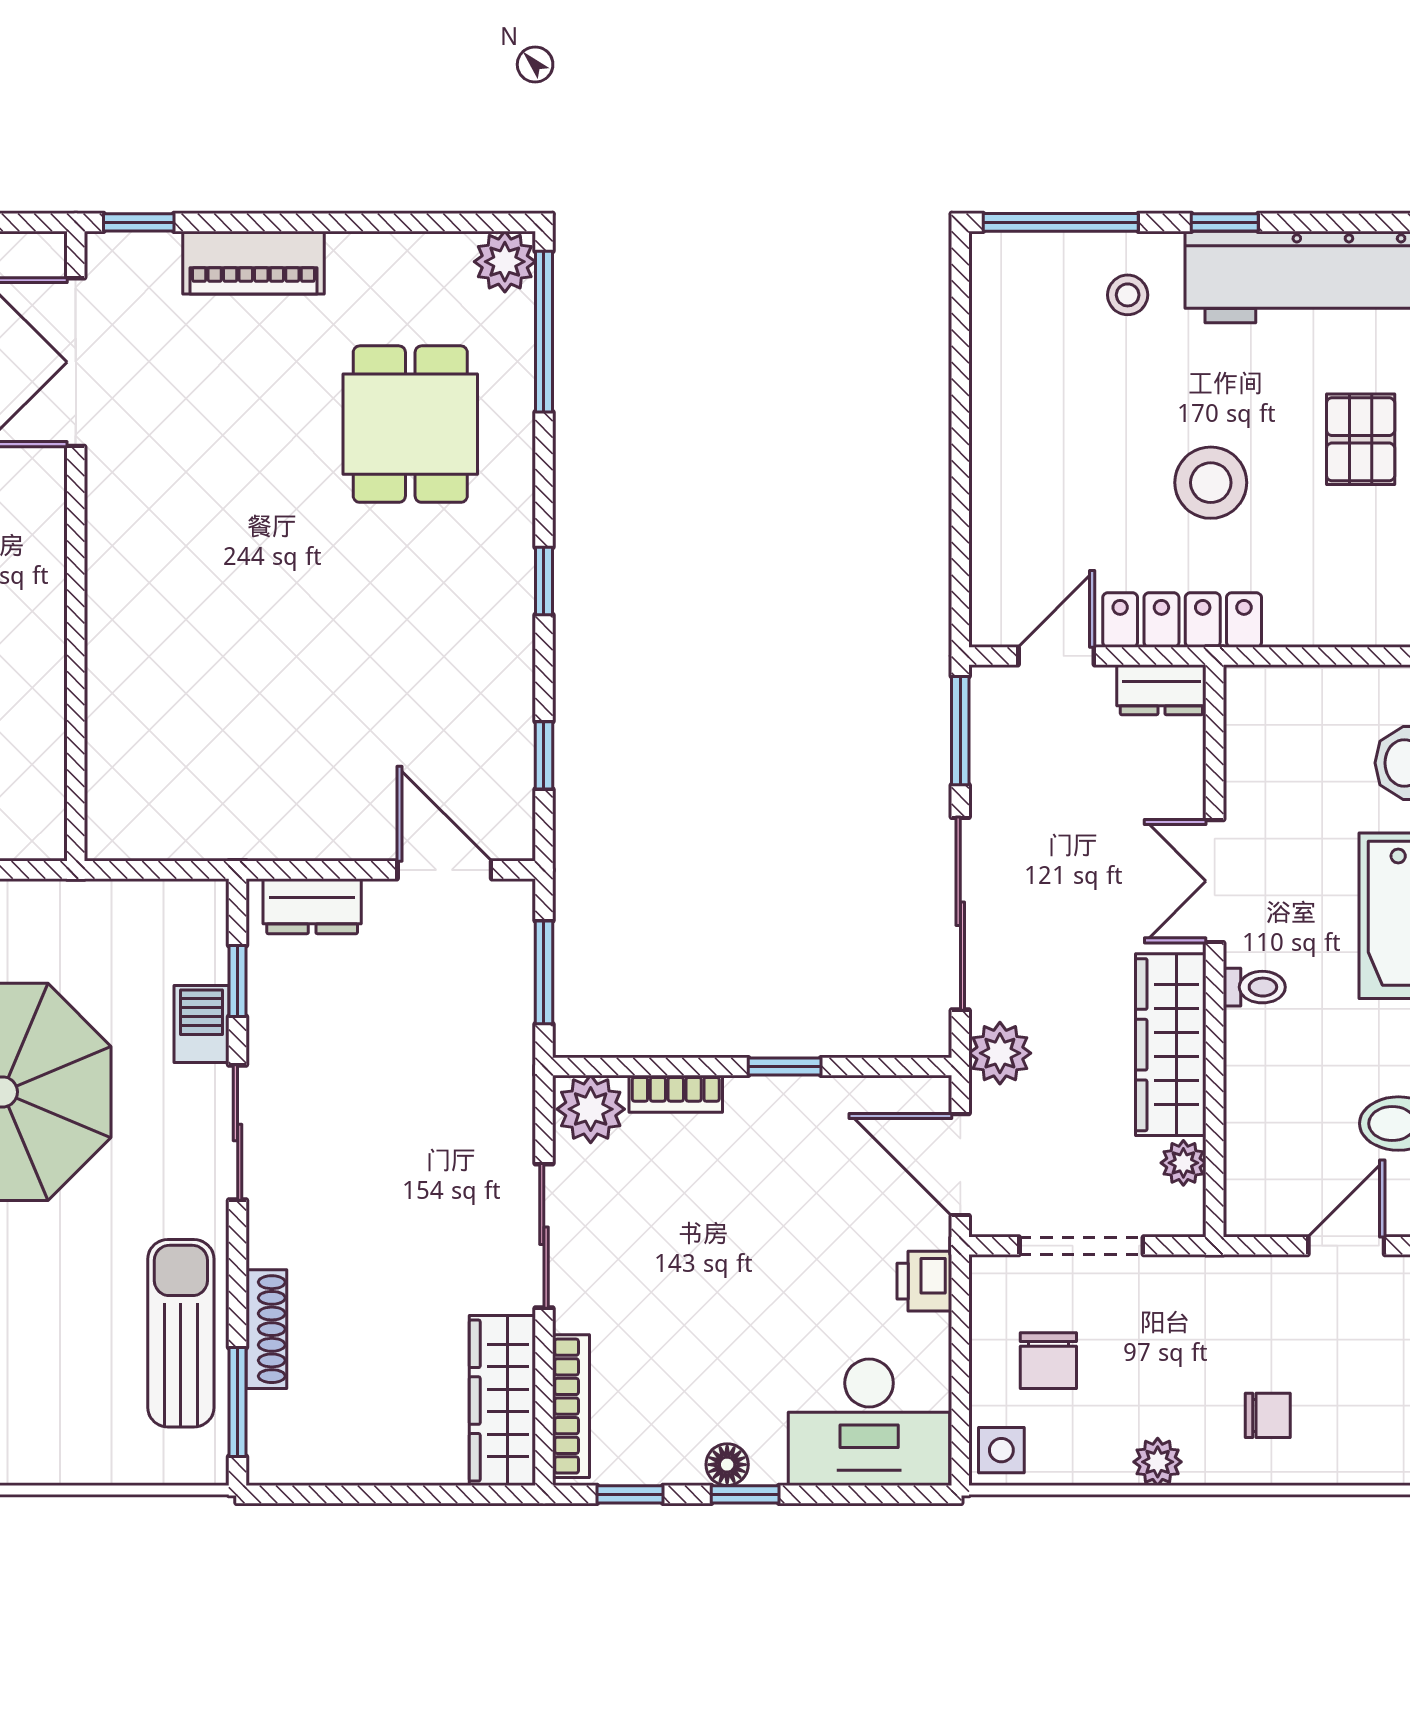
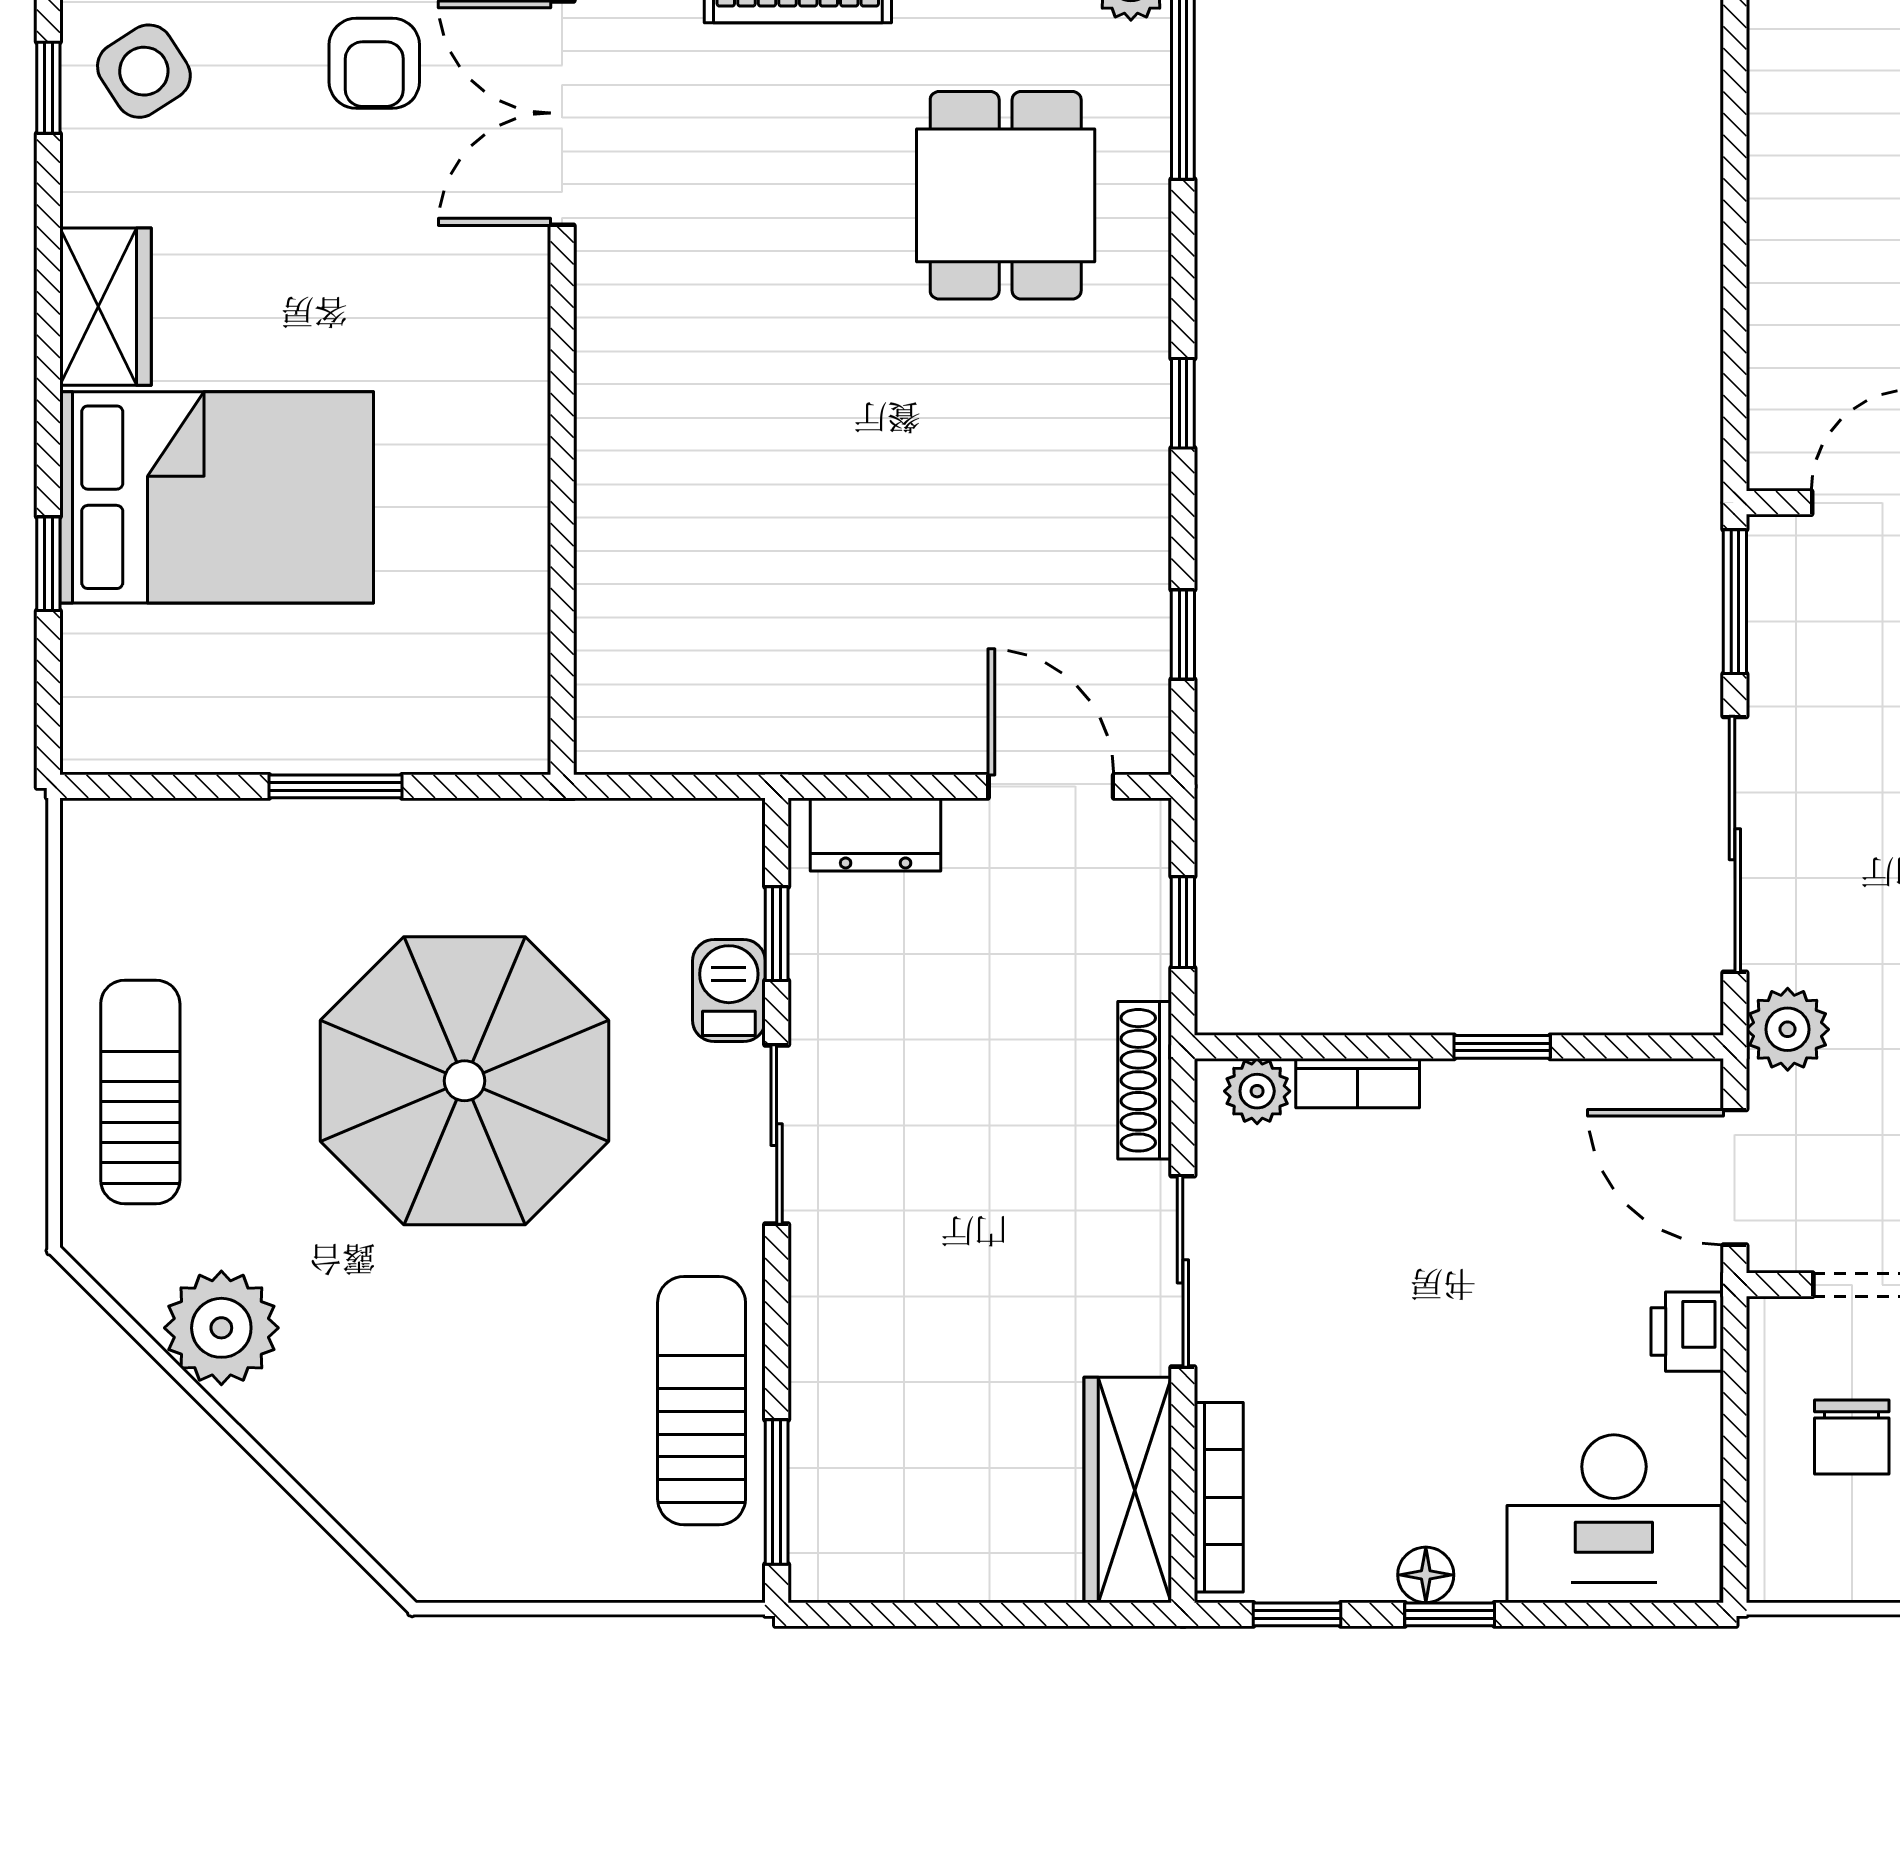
window: (544, 972) -> (1183, 922), width x0.67
plant: (591, 1109) -> (1257, 1091), width x0.73, depth x0.73
shoe rack: (266, 1329) -> (1145, 1080), moved, turned 180
side table: (1001, 1450) -> (1789, 1556), removed

